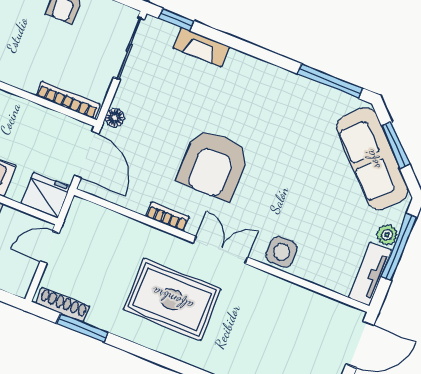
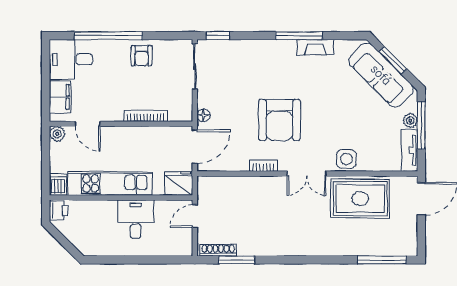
fireplace: (201, 47) -> (315, 47), moved
window: (330, 81) -> (299, 36), moved
bookcase: (68, 100) -> (146, 116), moved
door: (87, 155) -> (195, 147), hinge flipped
double door: (221, 250) -> (306, 174), swing flipped
rug: (172, 299) -> (360, 199), moved

